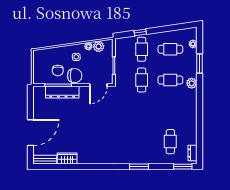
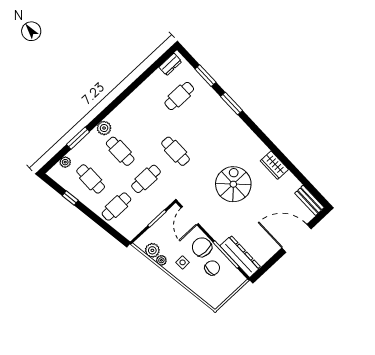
window: (140, 32) -> (70, 198), moved
door: (98, 85) -> (190, 216), swing flipped
dresser: (62, 92) -> (240, 256), moved
cafe table: (142, 111) -> (176, 151), added
spiral stairs: (93, 126) -> (233, 184), added
wardrobe: (67, 158) -> (274, 165), moved
window: (183, 167) -> (205, 76), moved

